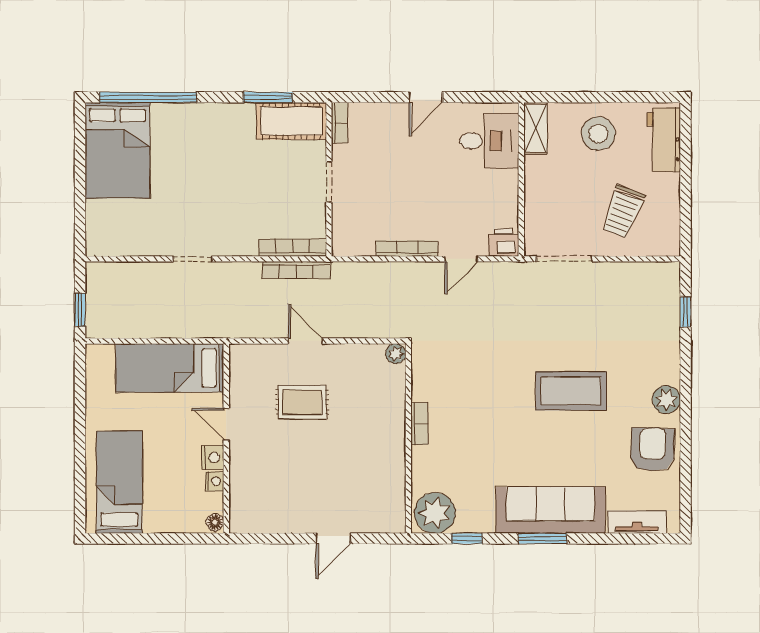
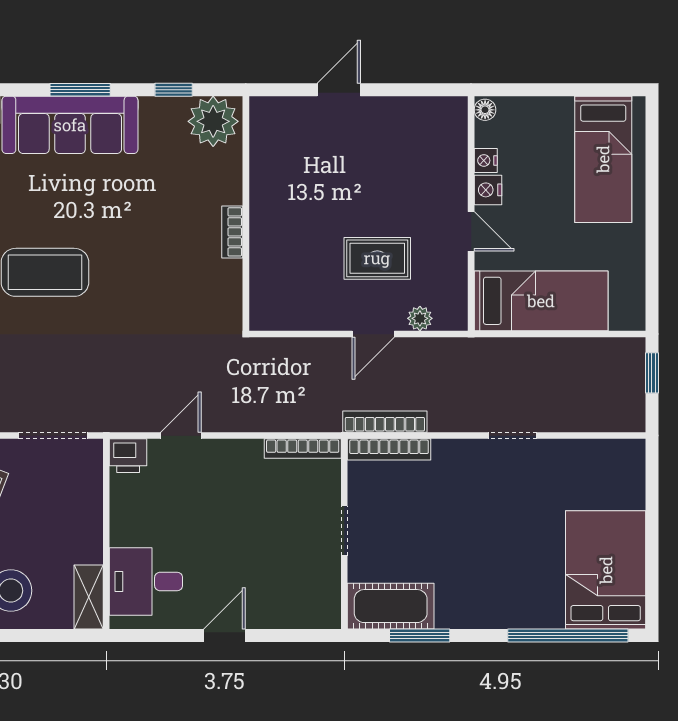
bookcase: (340, 123) -> (331, 604), removed
bookcase: (407, 248) -> (303, 449), moved
door: (305, 341) -> (373, 334), hinge flipped
plant: (396, 354) -> (420, 318), moved

